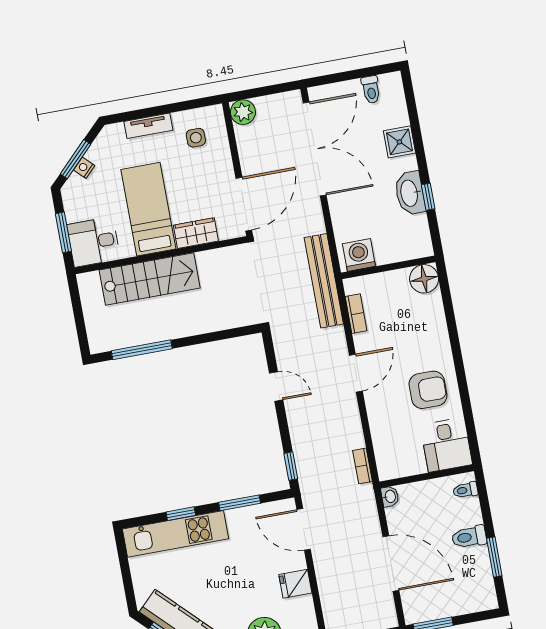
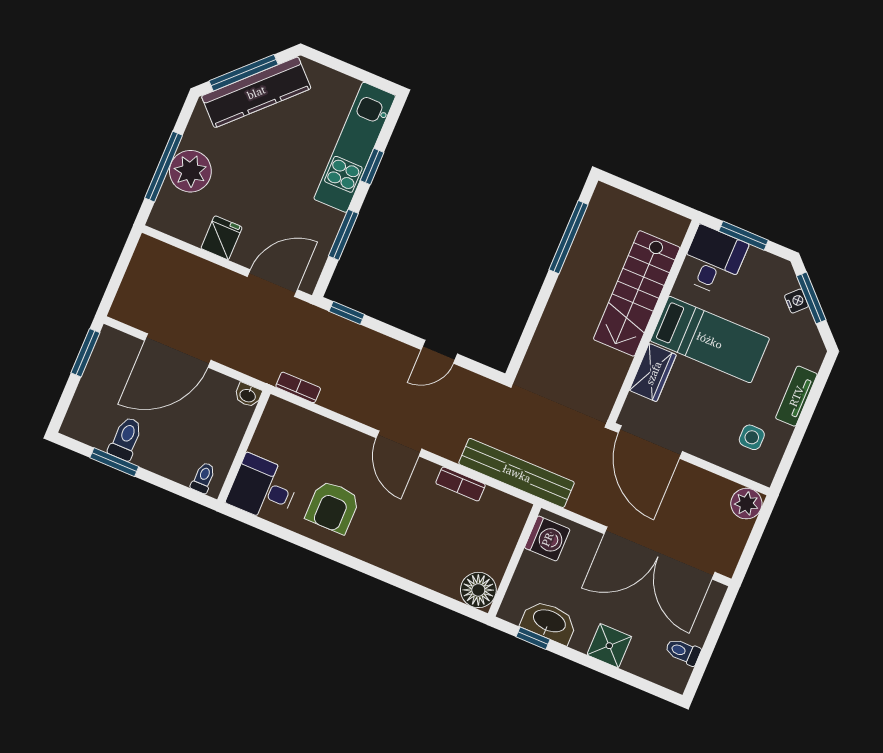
washing machine: (359, 255) -> (547, 539), moved
wall: (388, 267) -> (514, 560), moved
floor lamp: (424, 279) -> (478, 590), moved
toilet: (469, 537) -> (126, 439), moved

